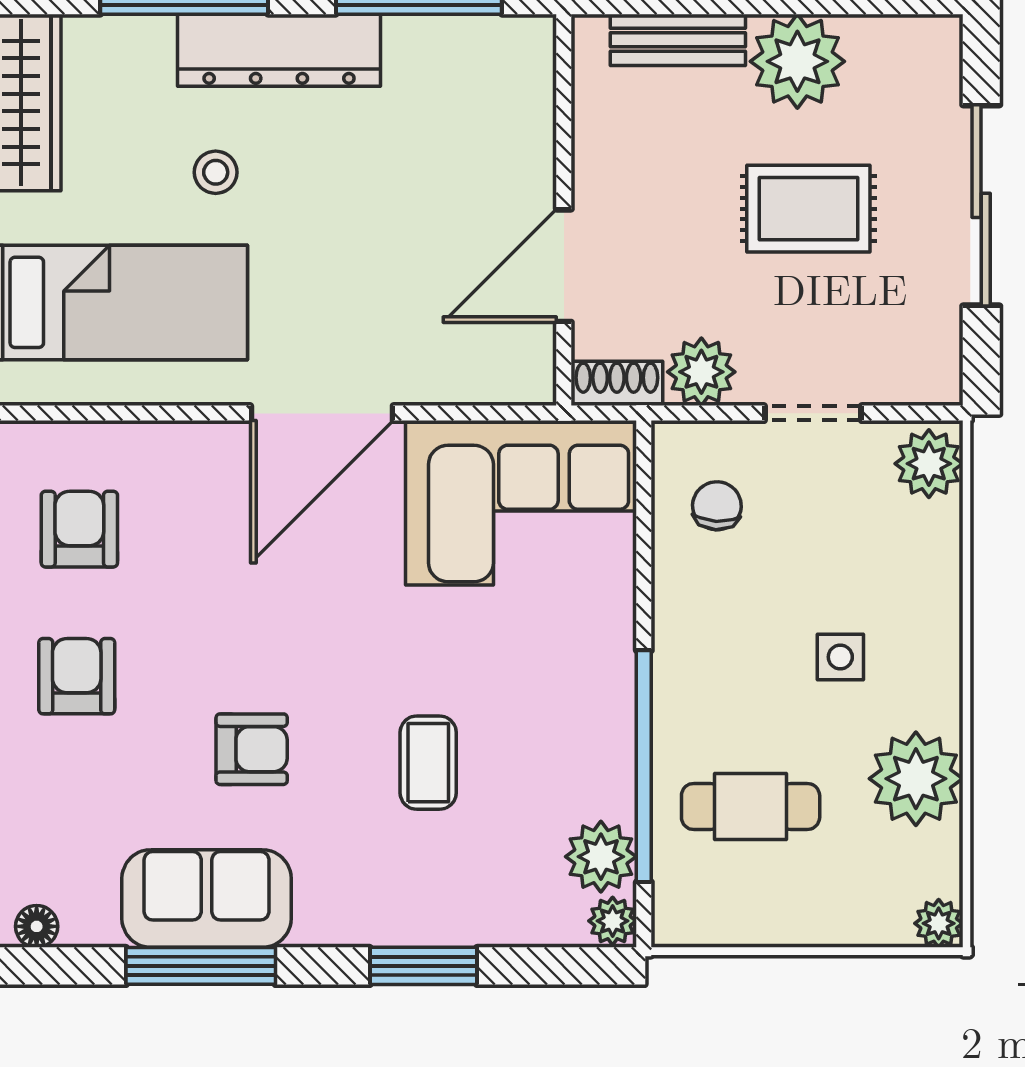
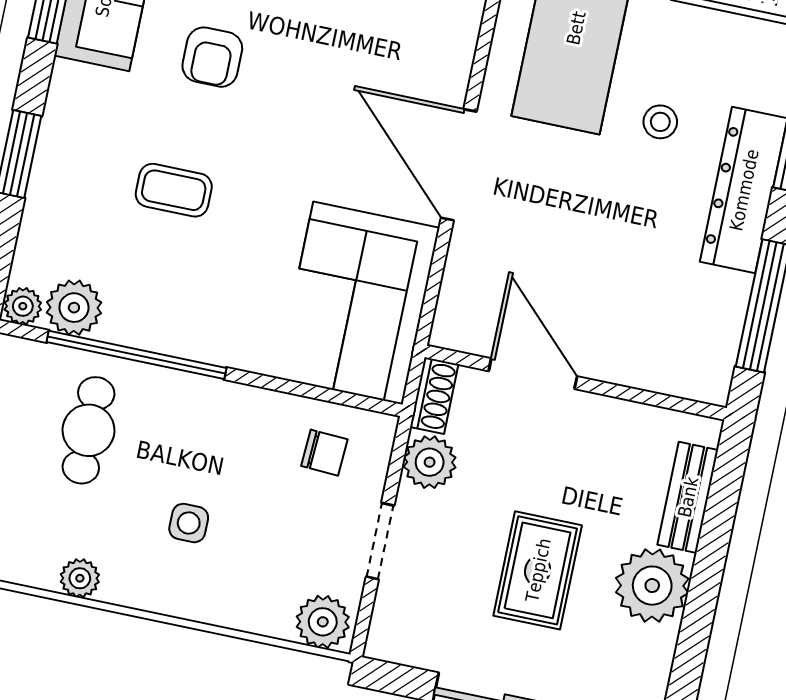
plant: (916, 779) -> (80, 578), width x0.53, depth x0.53

